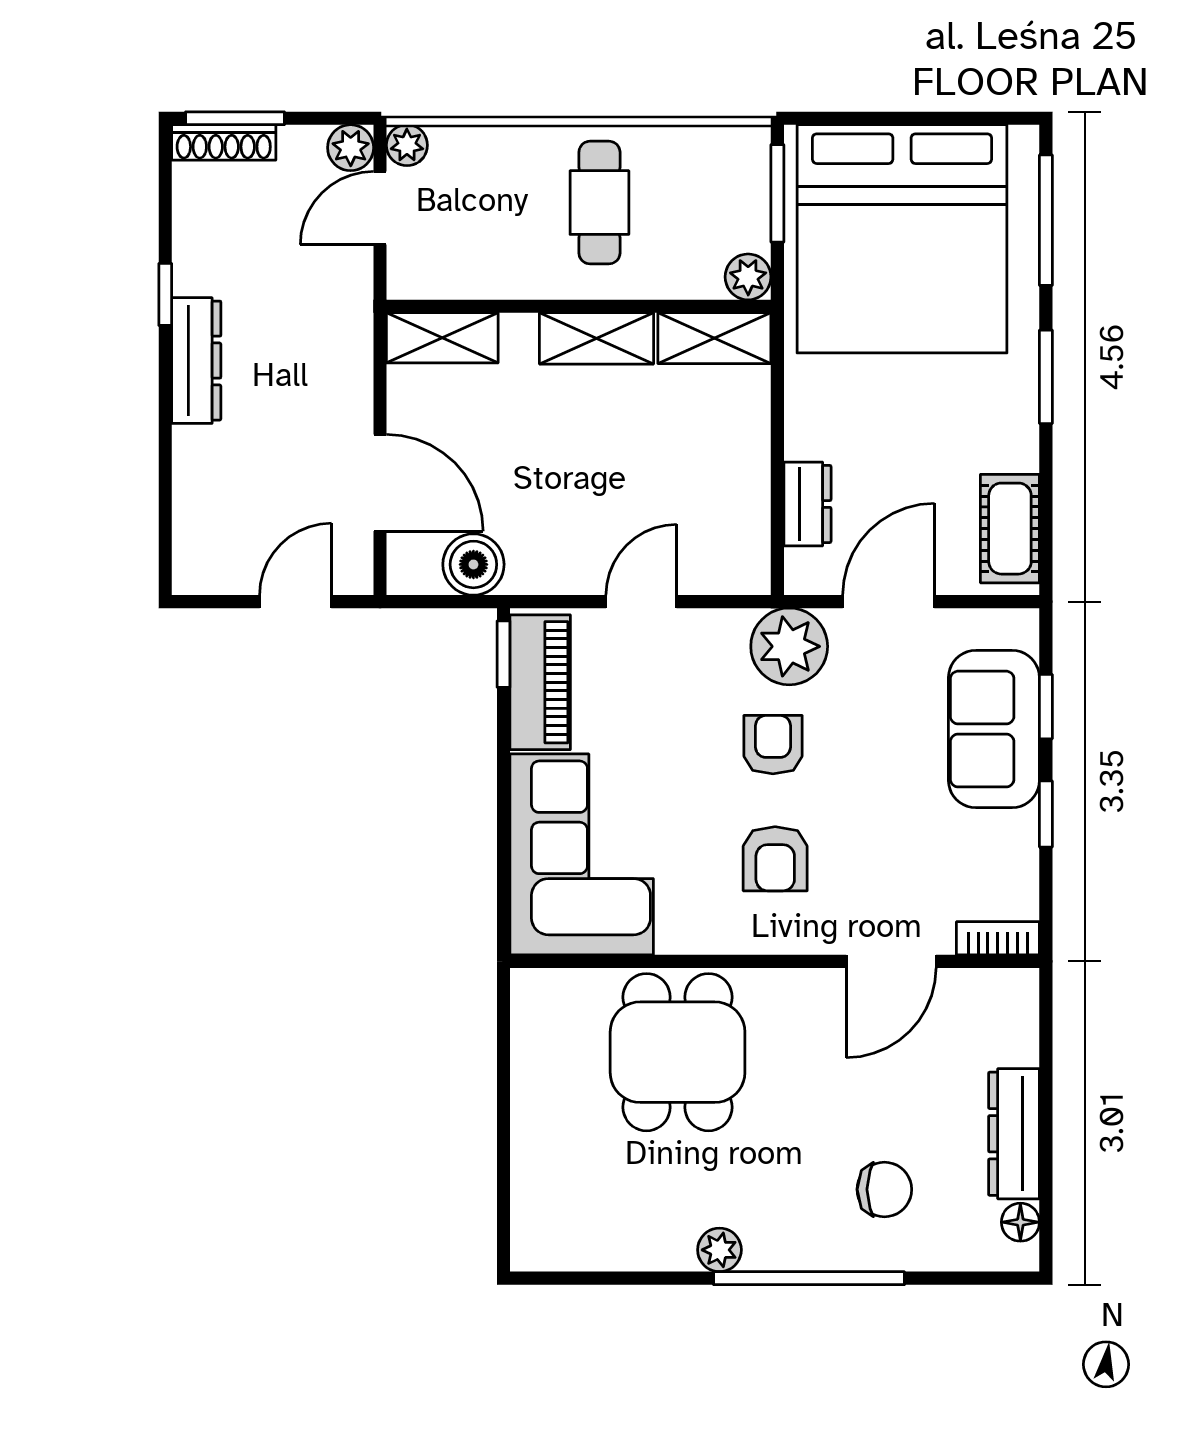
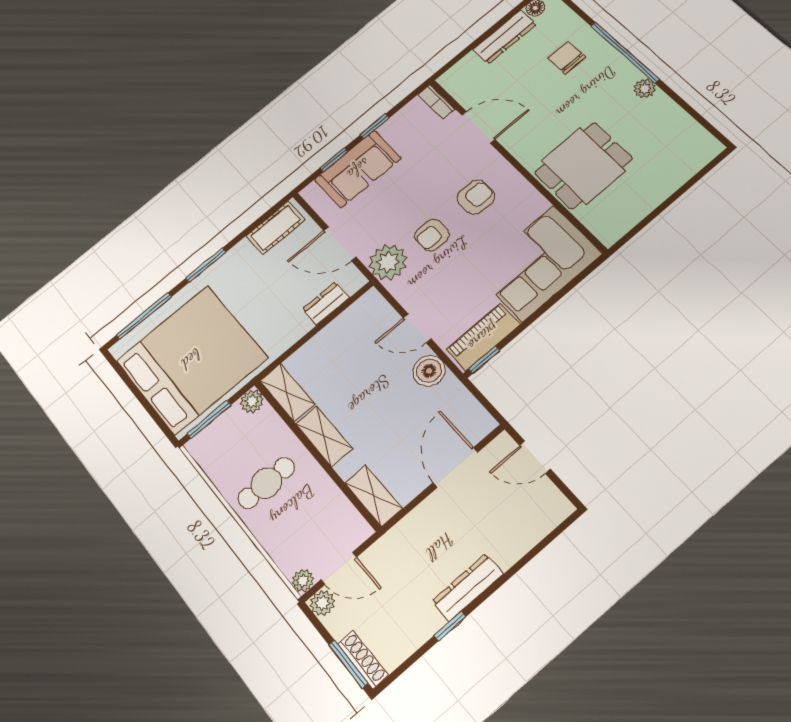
boiler: (473, 564) -> (429, 371), moved

